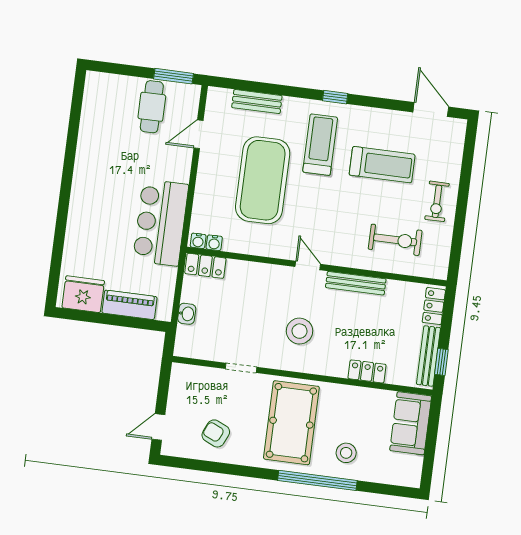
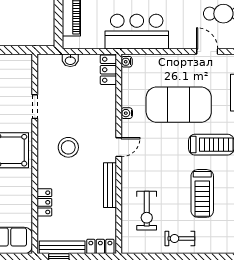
water cooler: (214, 243) -> (127, 113), moved

